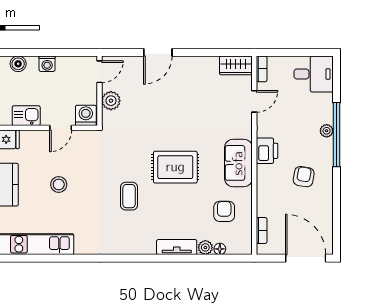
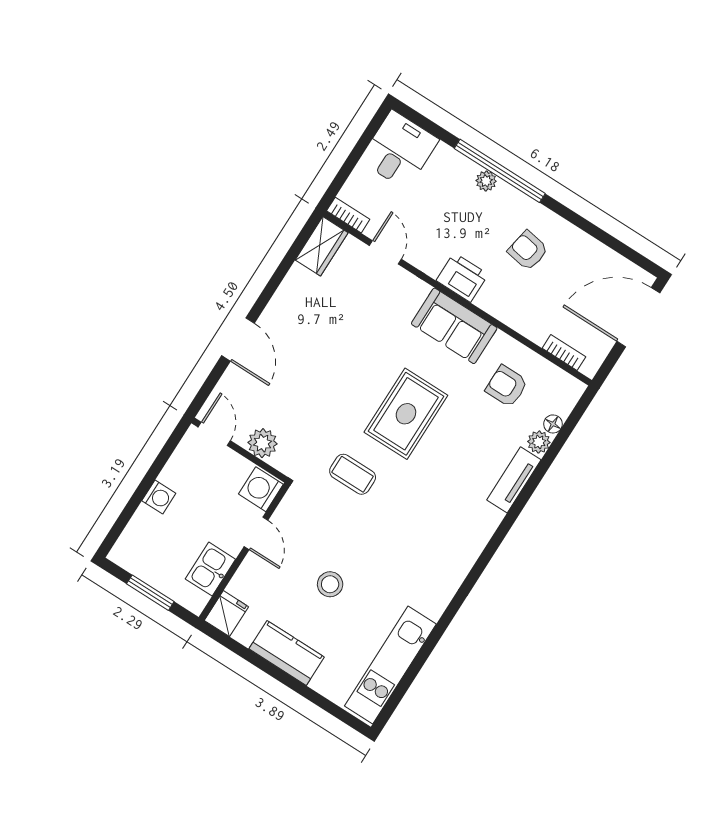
boiler: (18, 64) -> (134, 536), removed
coffee table: (129, 196) -> (353, 474), moved

